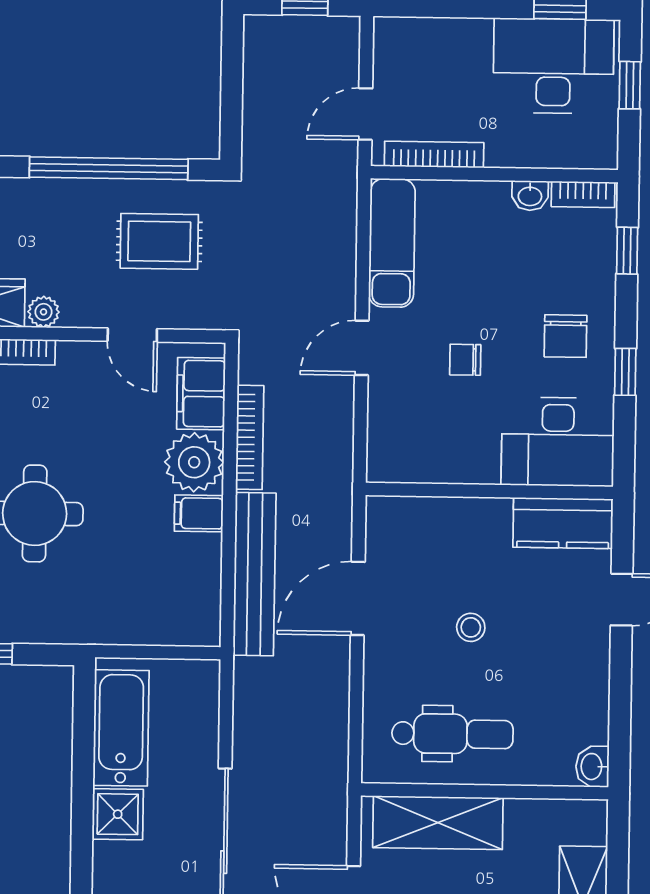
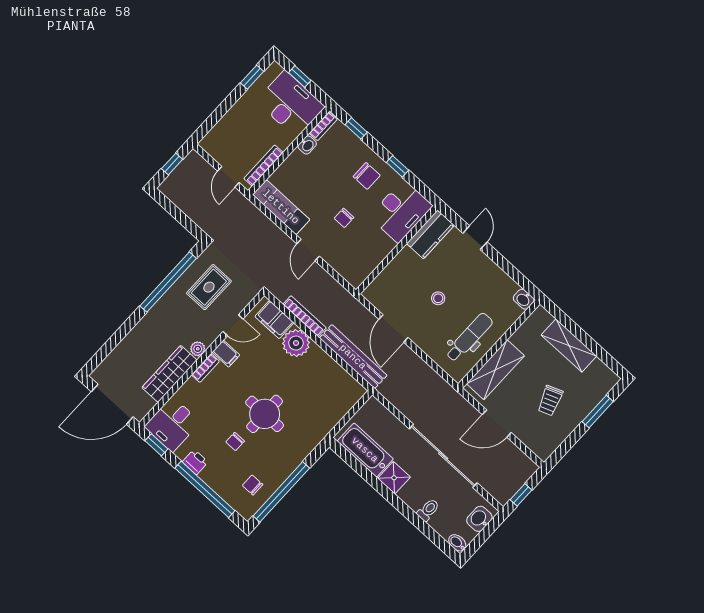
desk: (553, 66) -> (290, 104), moved, turned 90
filing cabinet: (199, 513) -> (226, 354), moved, turned -90

